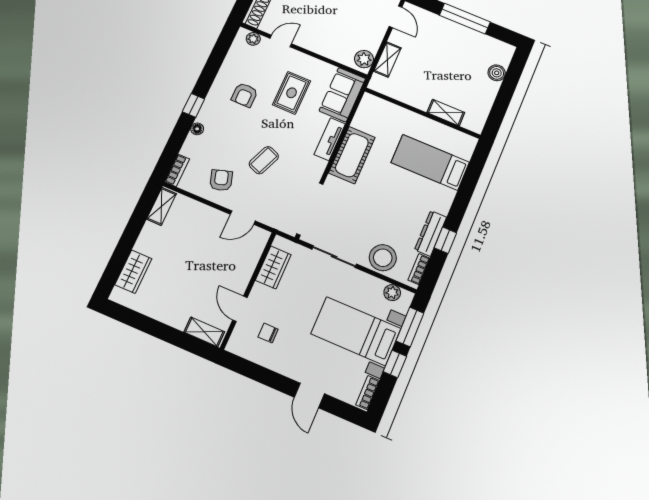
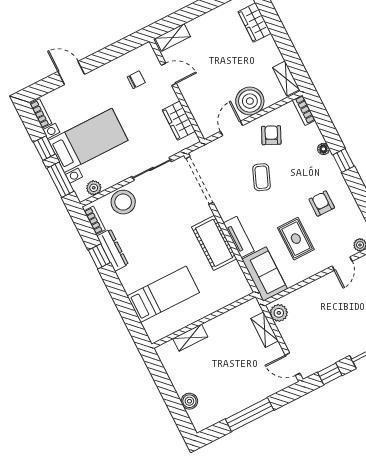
armchair: (221, 180) -> (271, 135), turned -138
boiler: (206, 221) -> (250, 101), added

